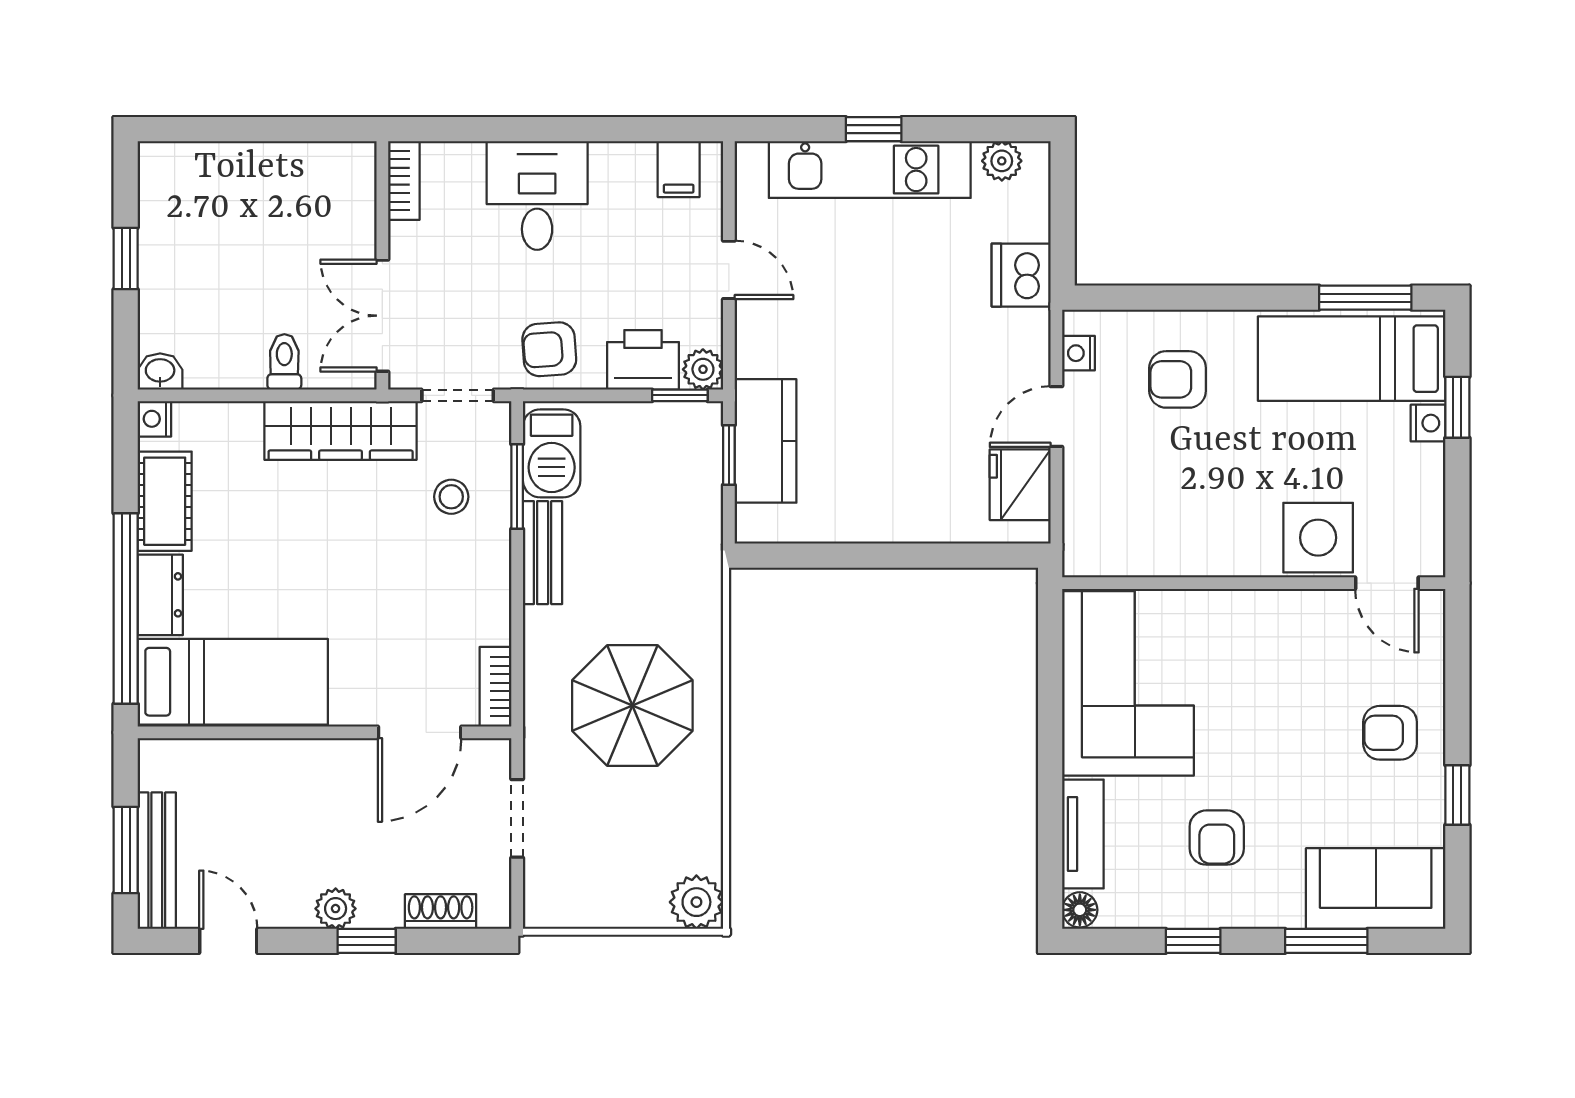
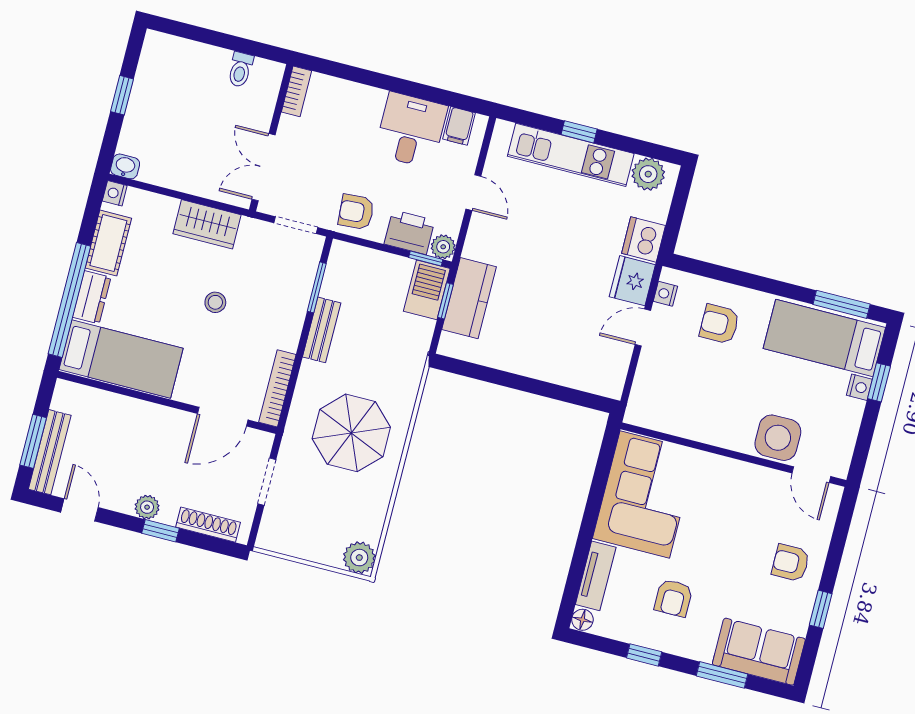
plant: (1002, 161) -> (648, 174), width x1.38, depth x1.38
desk: (537, 195) -> (411, 130), moved
toilet: (284, 362) -> (240, 70), moved, turned 180
wardrobe: (341, 430) -> (207, 224), width x0.67
barbecue: (552, 453) -> (427, 290), moved, turned 180
fridge: (1020, 485) -> (632, 281), moved
stool: (451, 497) -> (215, 302), moved
bookcase: (495, 687) -> (277, 388), width x1.56
shoe rack: (441, 911) -> (208, 525), width x1.43

